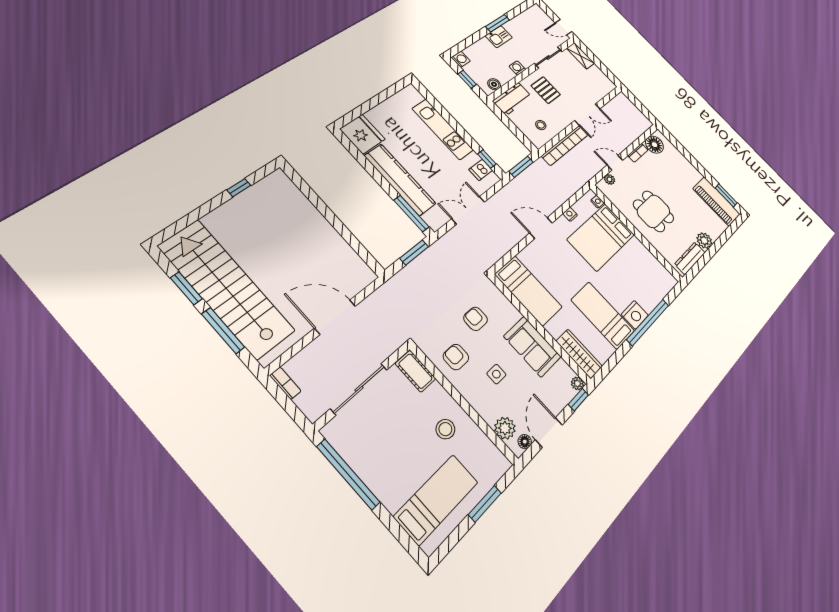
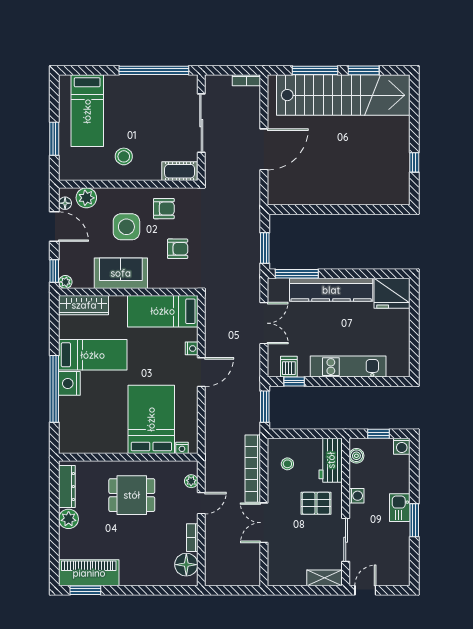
nightstand: (570, 214) -> (192, 348), moved
side table: (496, 374) -> (126, 227), width x1.87, depth x1.87

